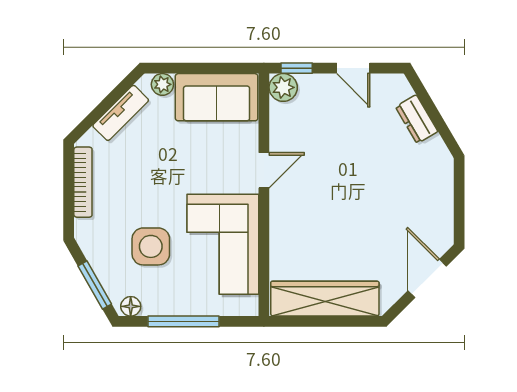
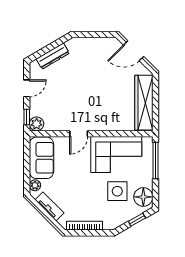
dresser: (417, 119) -> (53, 56), width x1.44
door: (264, 170) -> (79, 134), swing flipped
window: (95, 285) -> (137, 220), width x0.67
floor lamp: (131, 306) -> (143, 197), width x1.89, depth x1.89
window: (184, 321) -> (155, 161), moved

